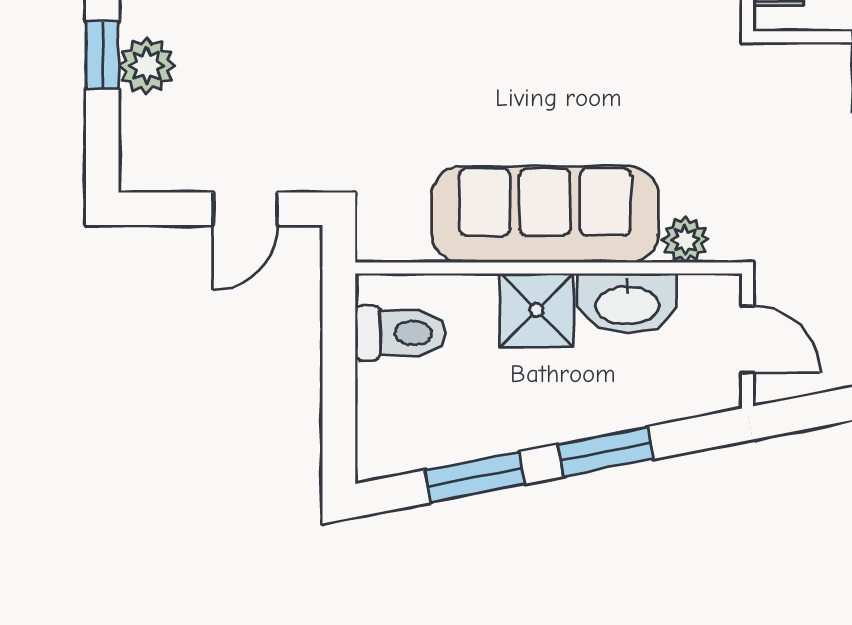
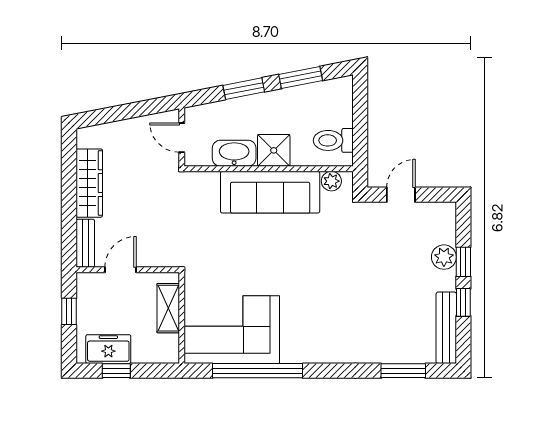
plant: (685, 240) -> (331, 181), moved

